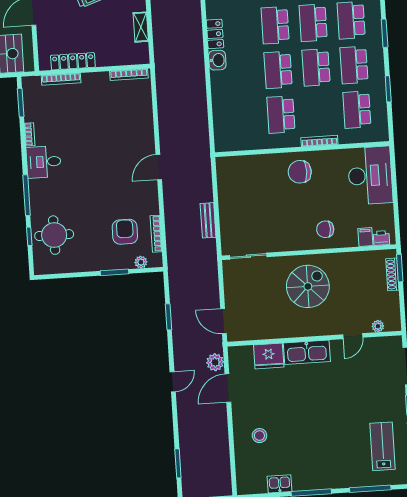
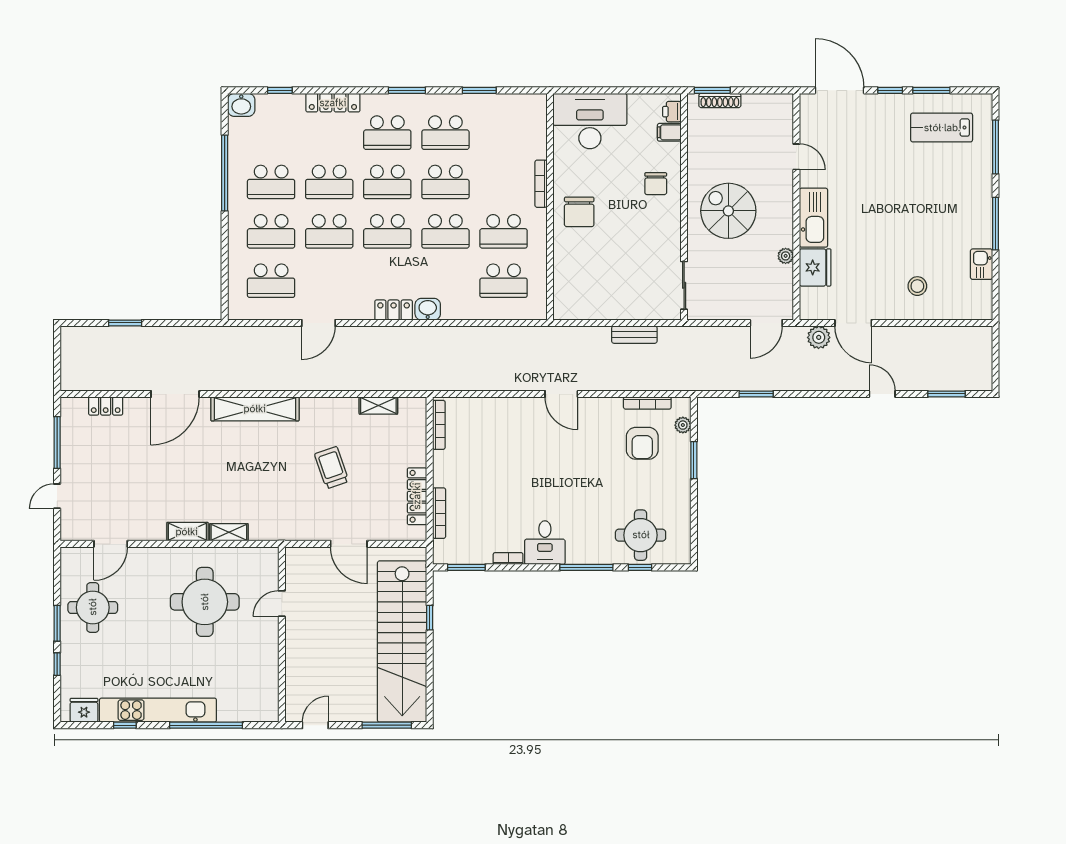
school desk: (357, 110) -> (504, 281), moved
armchair: (125, 232) -> (642, 443), turned -90
plant: (378, 326) -> (786, 256), moved
door: (173, 382) -> (882, 394), moved

